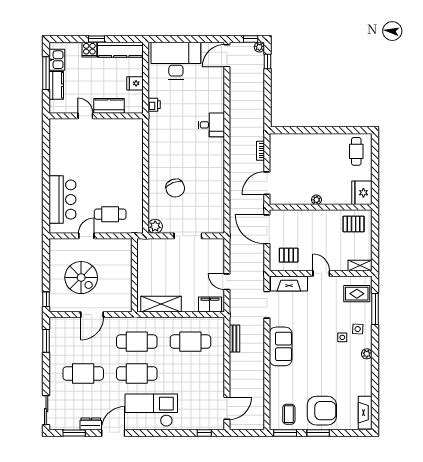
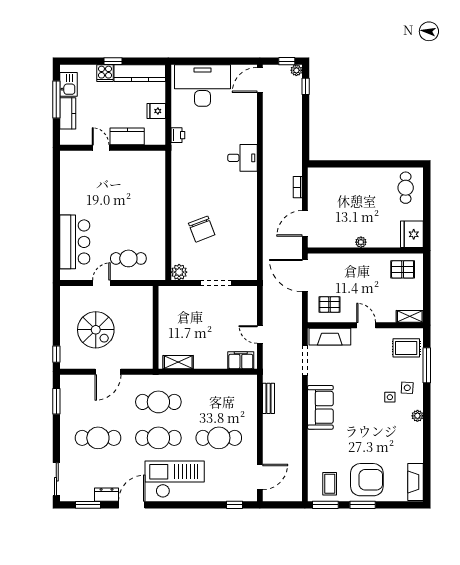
shelving: (161, 304) -> (178, 362), width x0.67, depth x0.75
cafe table: (190, 342) -> (219, 438), moved

